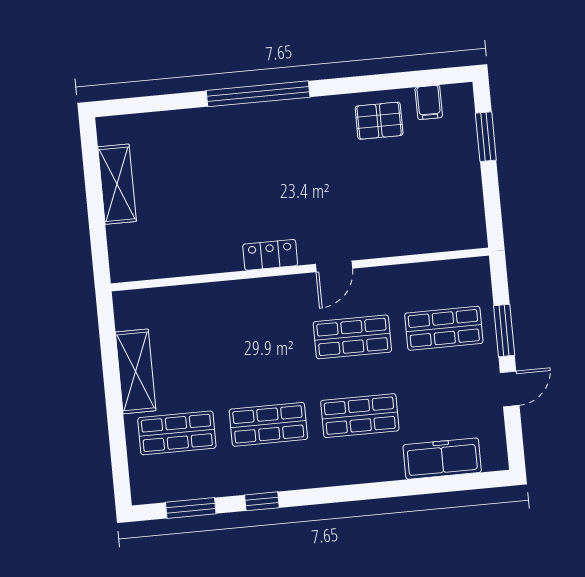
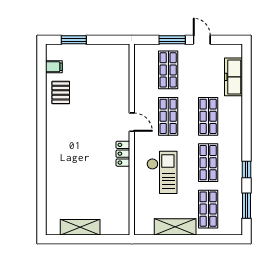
window: (258, 94) -> (41, 152), removed
checkout: (240, 335) -> (162, 172), added

